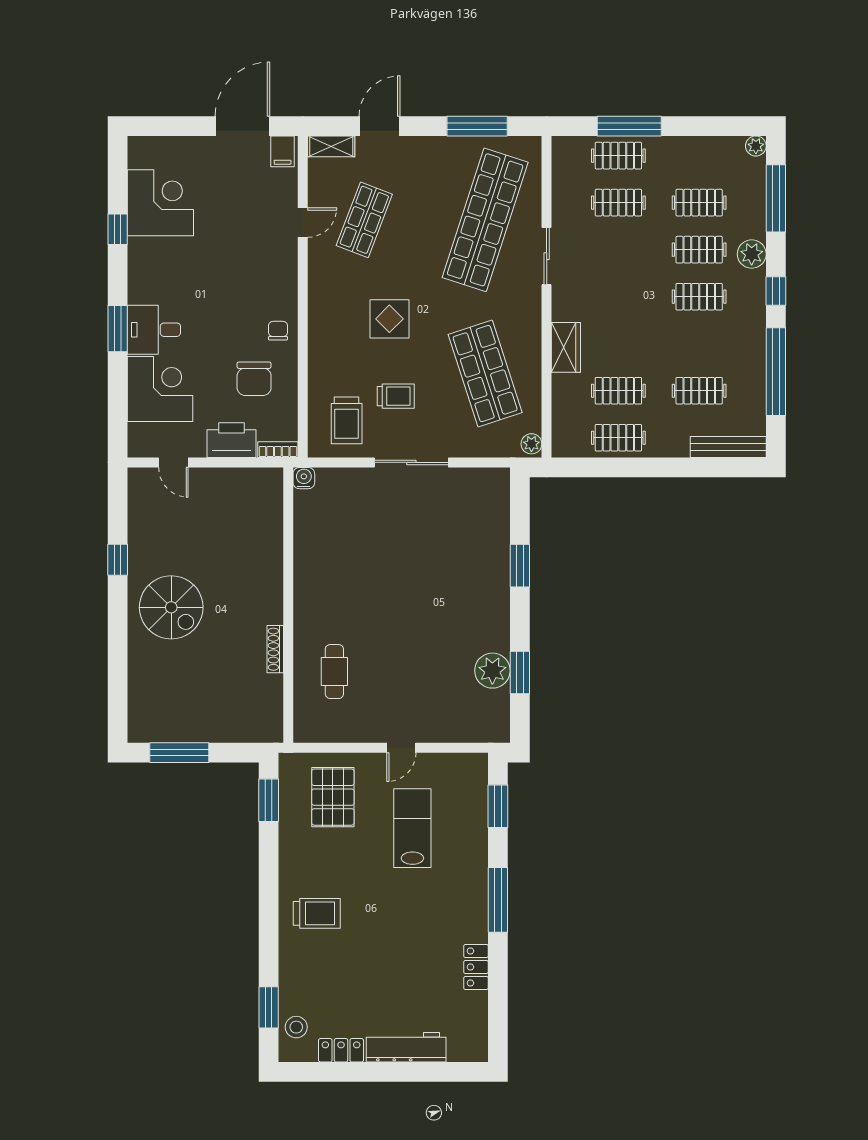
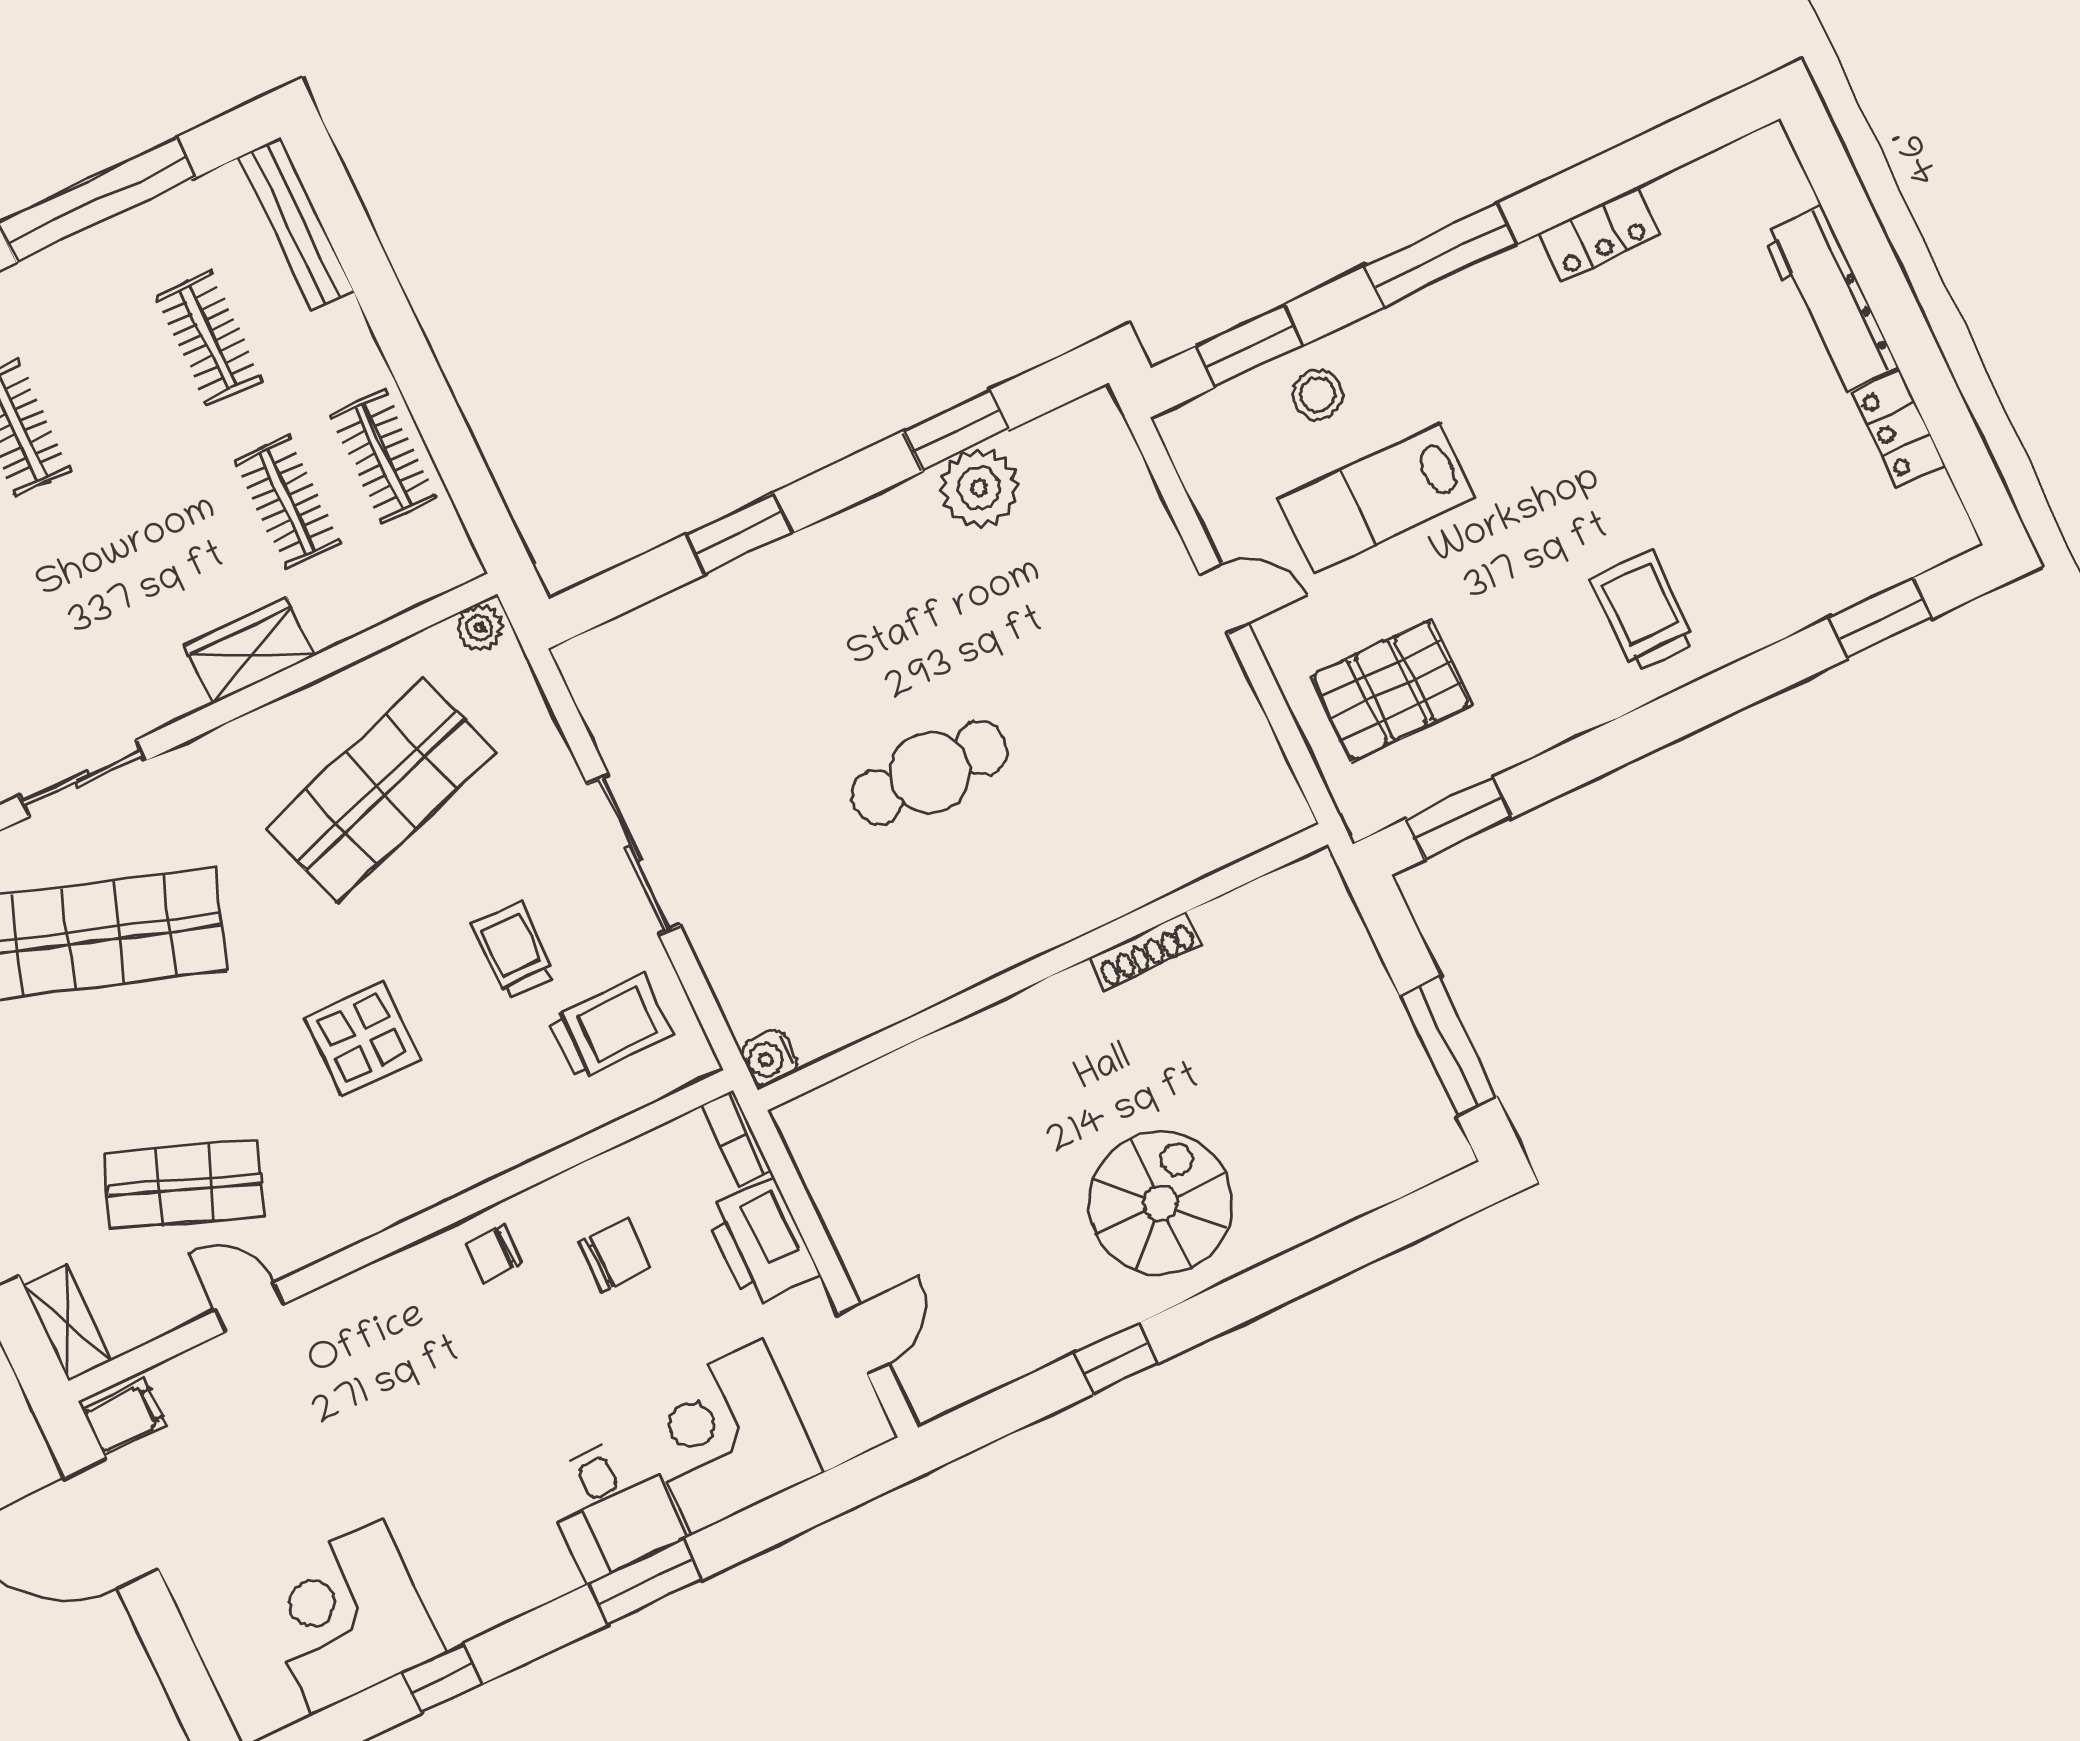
chair: (254, 379) -> (615, 1256), width x0.73, depth x0.73
cafe table: (334, 672) -> (930, 773), moved, width x1.37, depth x1.35
stool: (296, 1027) -> (1318, 395), moved

